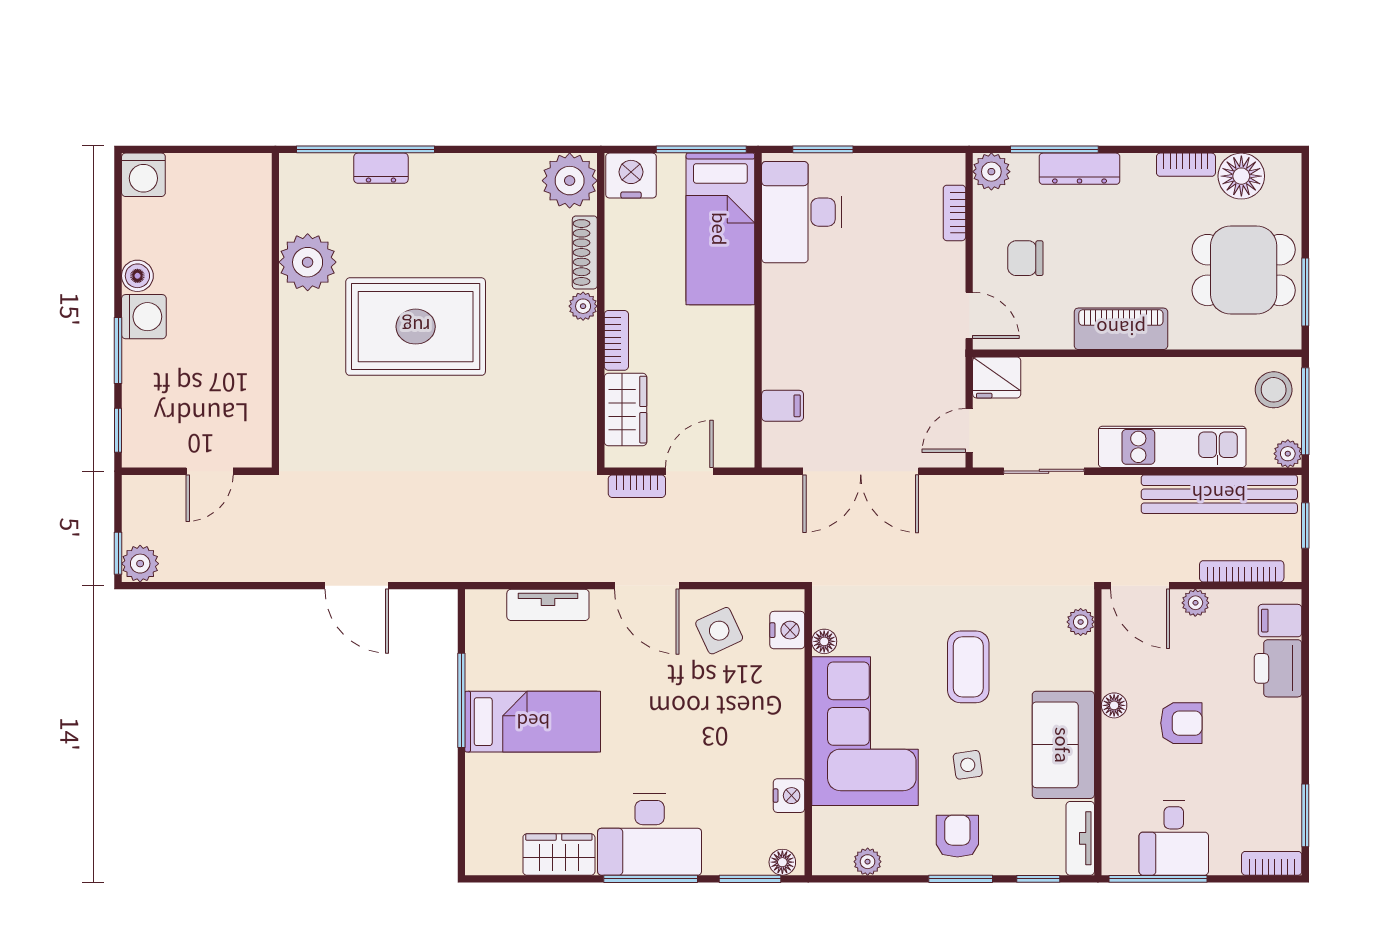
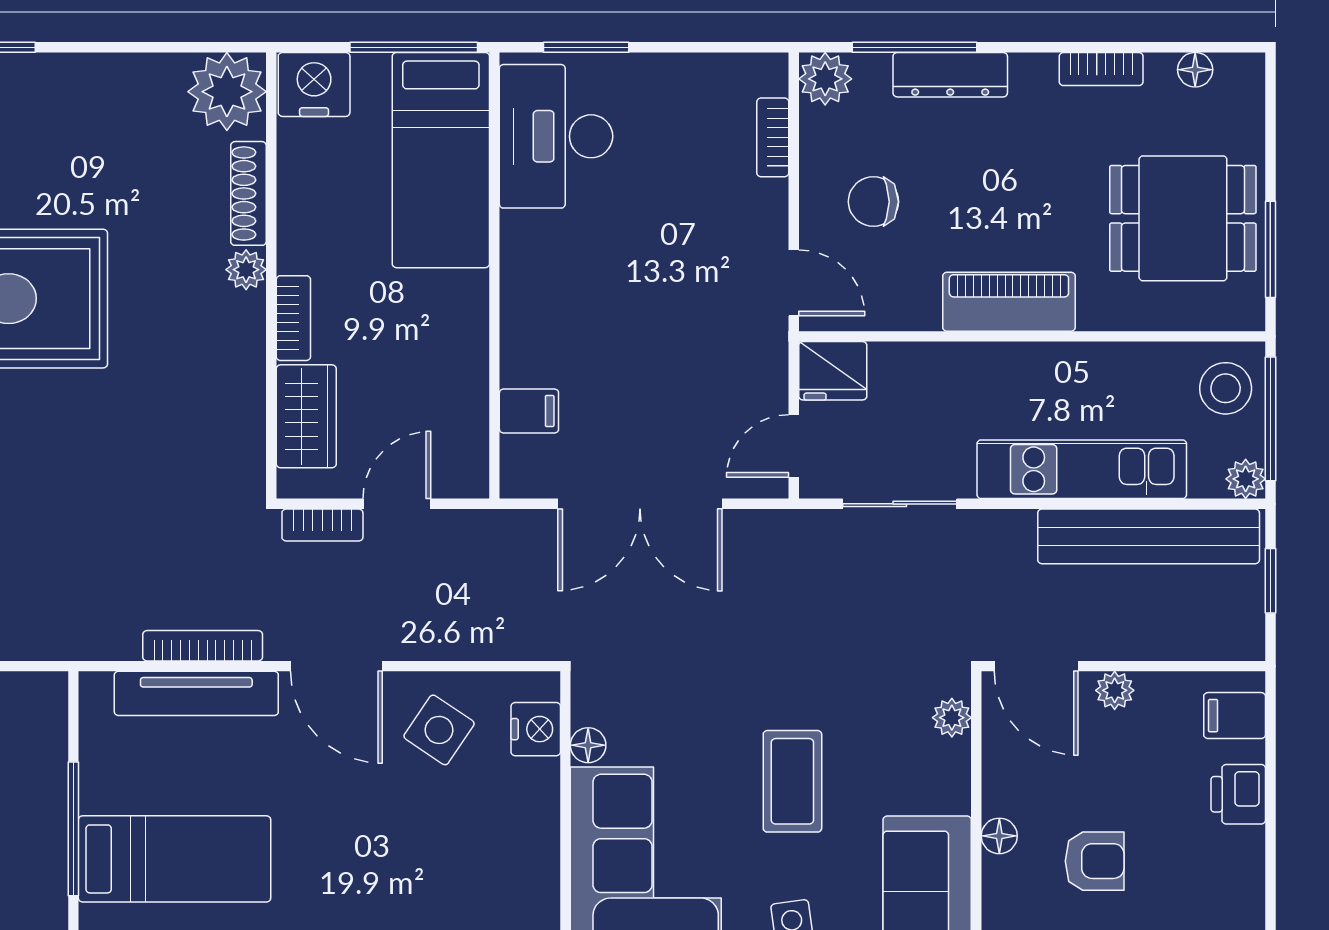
floor lamp: (1241, 176) -> (1195, 70), width x0.53, depth x0.53
bookcase: (1242, 571) -> (203, 646), moved
tv unit: (548, 605) -> (196, 693), width x1.41
side table: (719, 631) -> (439, 730), turned -31
printer: (1278, 668) -> (1238, 794), width x0.73, depth x0.81

